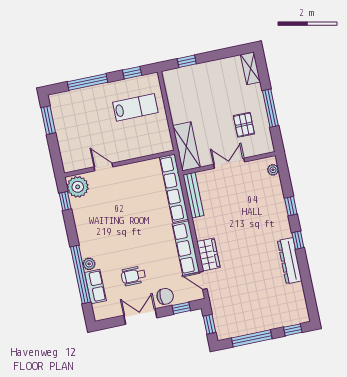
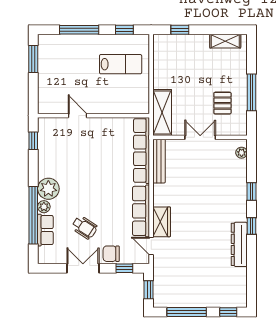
shelving: (250, 68) -> (225, 41), moved, turned 90
plant: (78, 187) -> (48, 189), moved
wheelchair: (133, 276) -> (84, 227), turned -147
chair: (165, 296) -> (111, 254), turned 180

